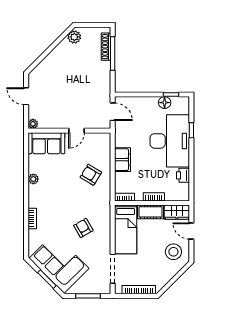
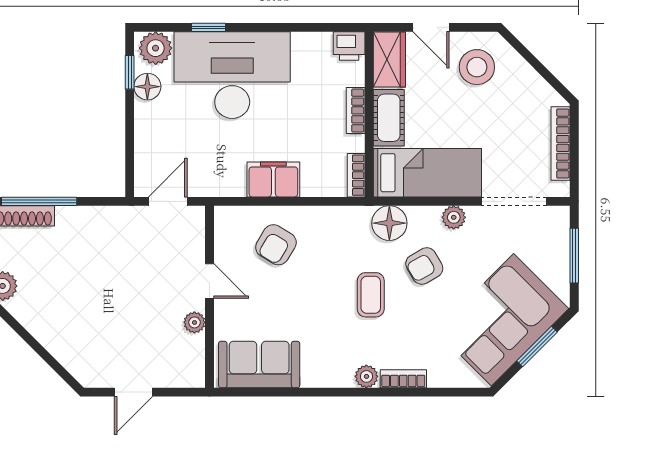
plant: (182, 106) -> (156, 48), added
plant: (33, 124) -> (194, 322), moved
sofa: (46, 143) -> (259, 365), moved, turned -90
armchair: (91, 175) -> (276, 245), moved
printer: (183, 175) -> (349, 46), moved
plant: (33, 179) -> (366, 376), moved
coffee table: (70, 204) -> (371, 295), added
floor lamp: (103, 212) -> (389, 223), added
door: (191, 231) -> (431, 27), hinge flipped
plant: (105, 241) -> (454, 217), added

